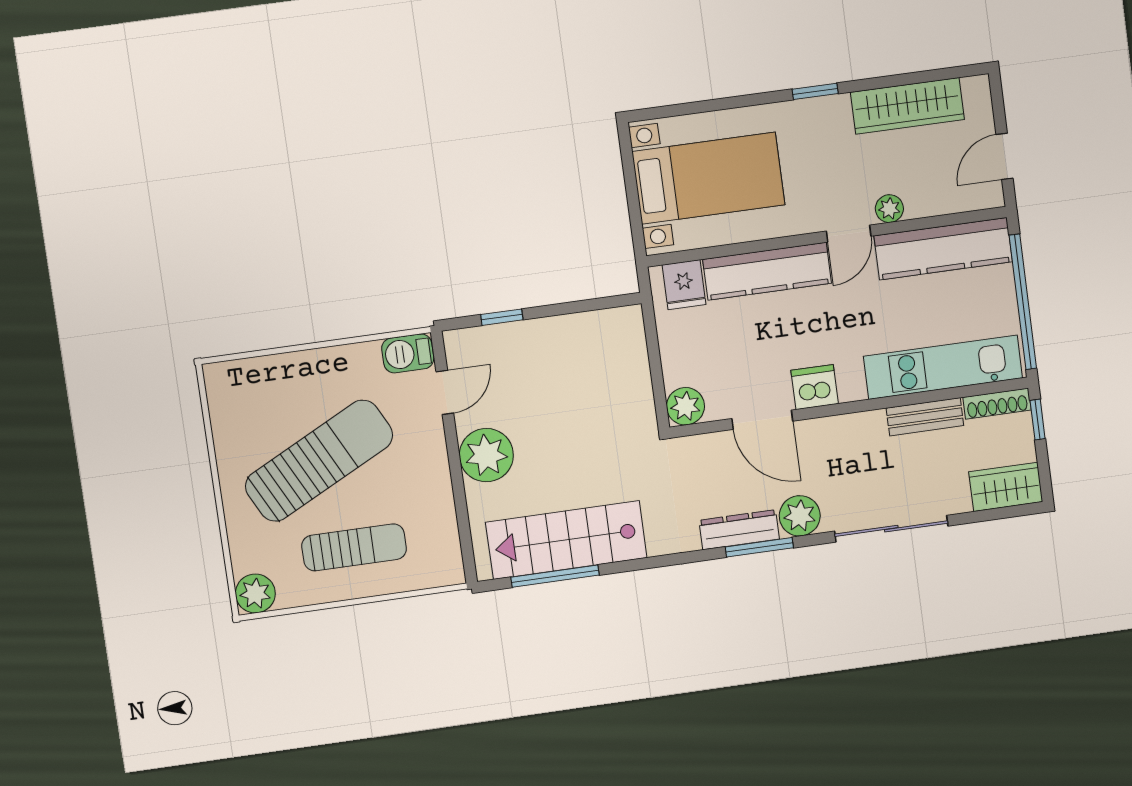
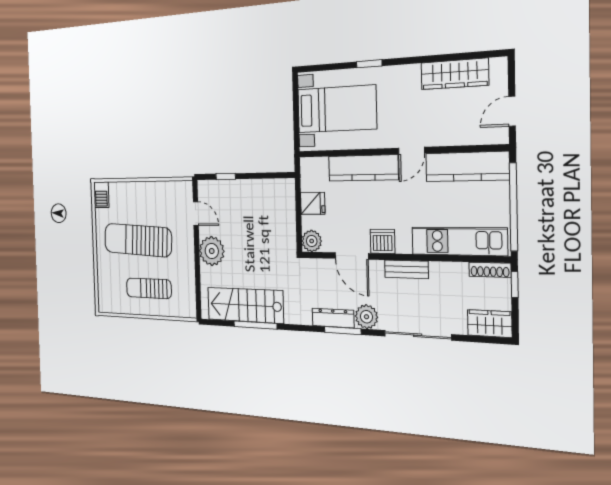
window: (815, 91) -> (369, 64), moved
plant: (889, 209) -> (437, 138), removed
fridge: (684, 285) -> (313, 203), moved, turned -90
barbecue: (408, 353) -> (101, 195), moved, turned -90
door: (445, 392) -> (196, 214), hinge flipped
bench: (925, 417) -> (406, 269), moved
sun lounger: (319, 461) -> (138, 240), turned -150
sun lounger: (354, 547) -> (149, 288), turned 180
window: (555, 576) -> (255, 325), moved
plant: (255, 593) -> (106, 303), removed

